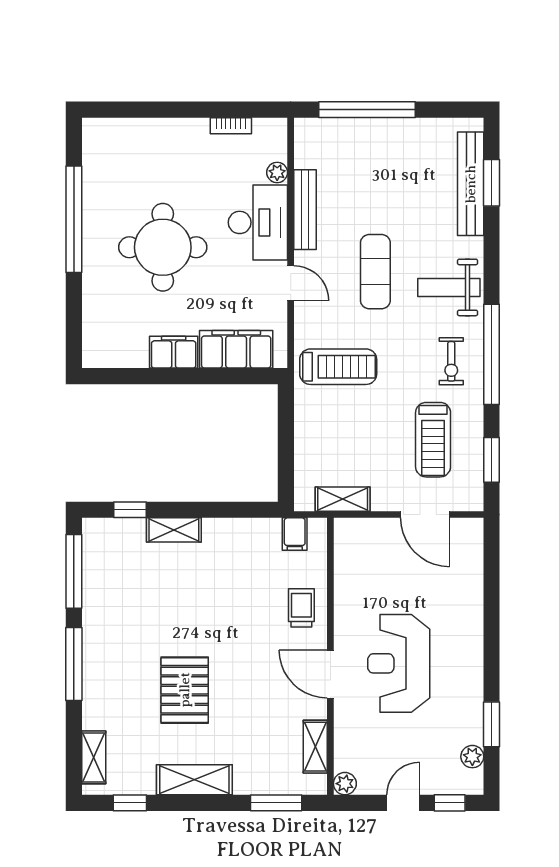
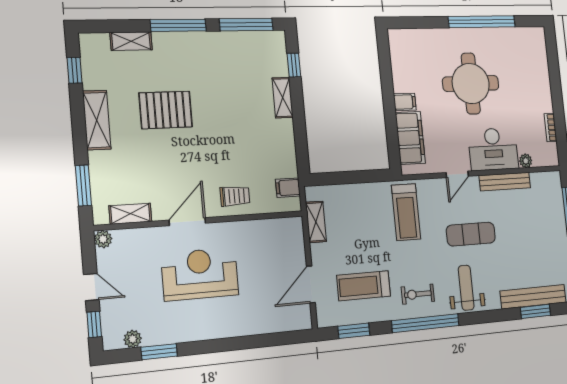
filing cabinet: (174, 352) -> (405, 102), width x0.50
shelving: (94, 757) -> (131, 41), moved

